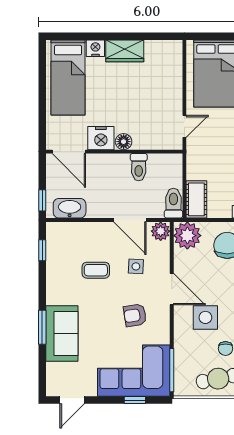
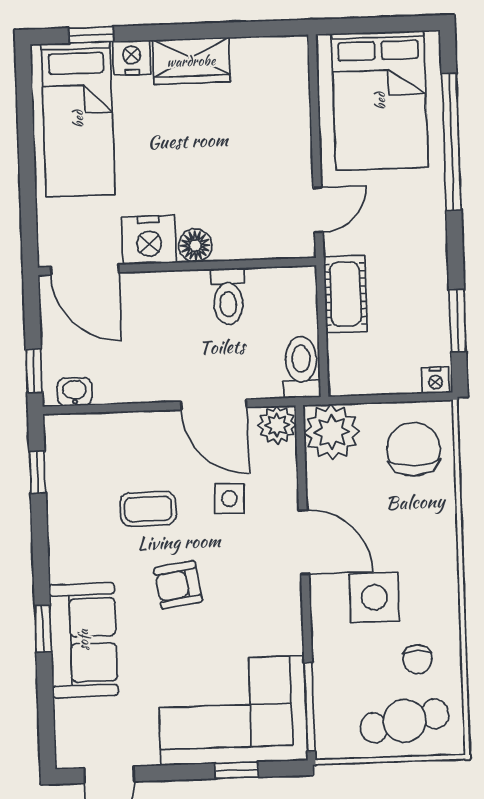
window: (76, 36) -> (91, 35), added
cot: (196, 199) -> (345, 294), moved
washbasin: (70, 208) -> (75, 392), width x0.52, depth x0.69
armchair: (135, 315) -> (178, 585), moved
window: (42, 327) -> (43, 629), width x0.67

